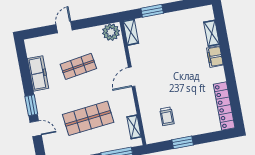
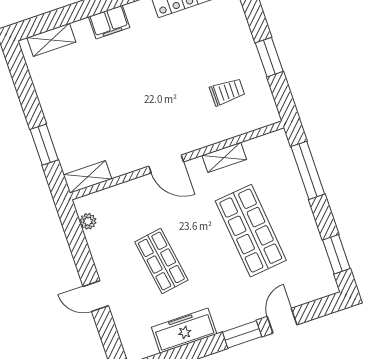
plant: (111, 32) -> (88, 221), width x0.53, depth x0.53
shelving: (212, 33) -> (51, 40), moved
shelving: (134, 127) -> (224, 157), moved

